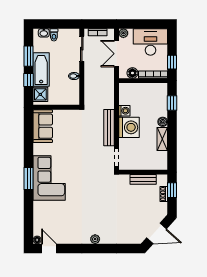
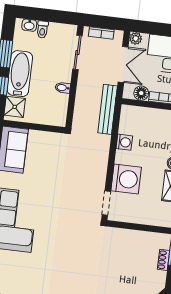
double door: (117, 54) -> (123, 65), swing flipped
washing machine: (129, 127) -> (126, 179), moved
bench: (109, 128) -> (108, 109), moved
bench: (143, 179) -> (138, 237), removed

